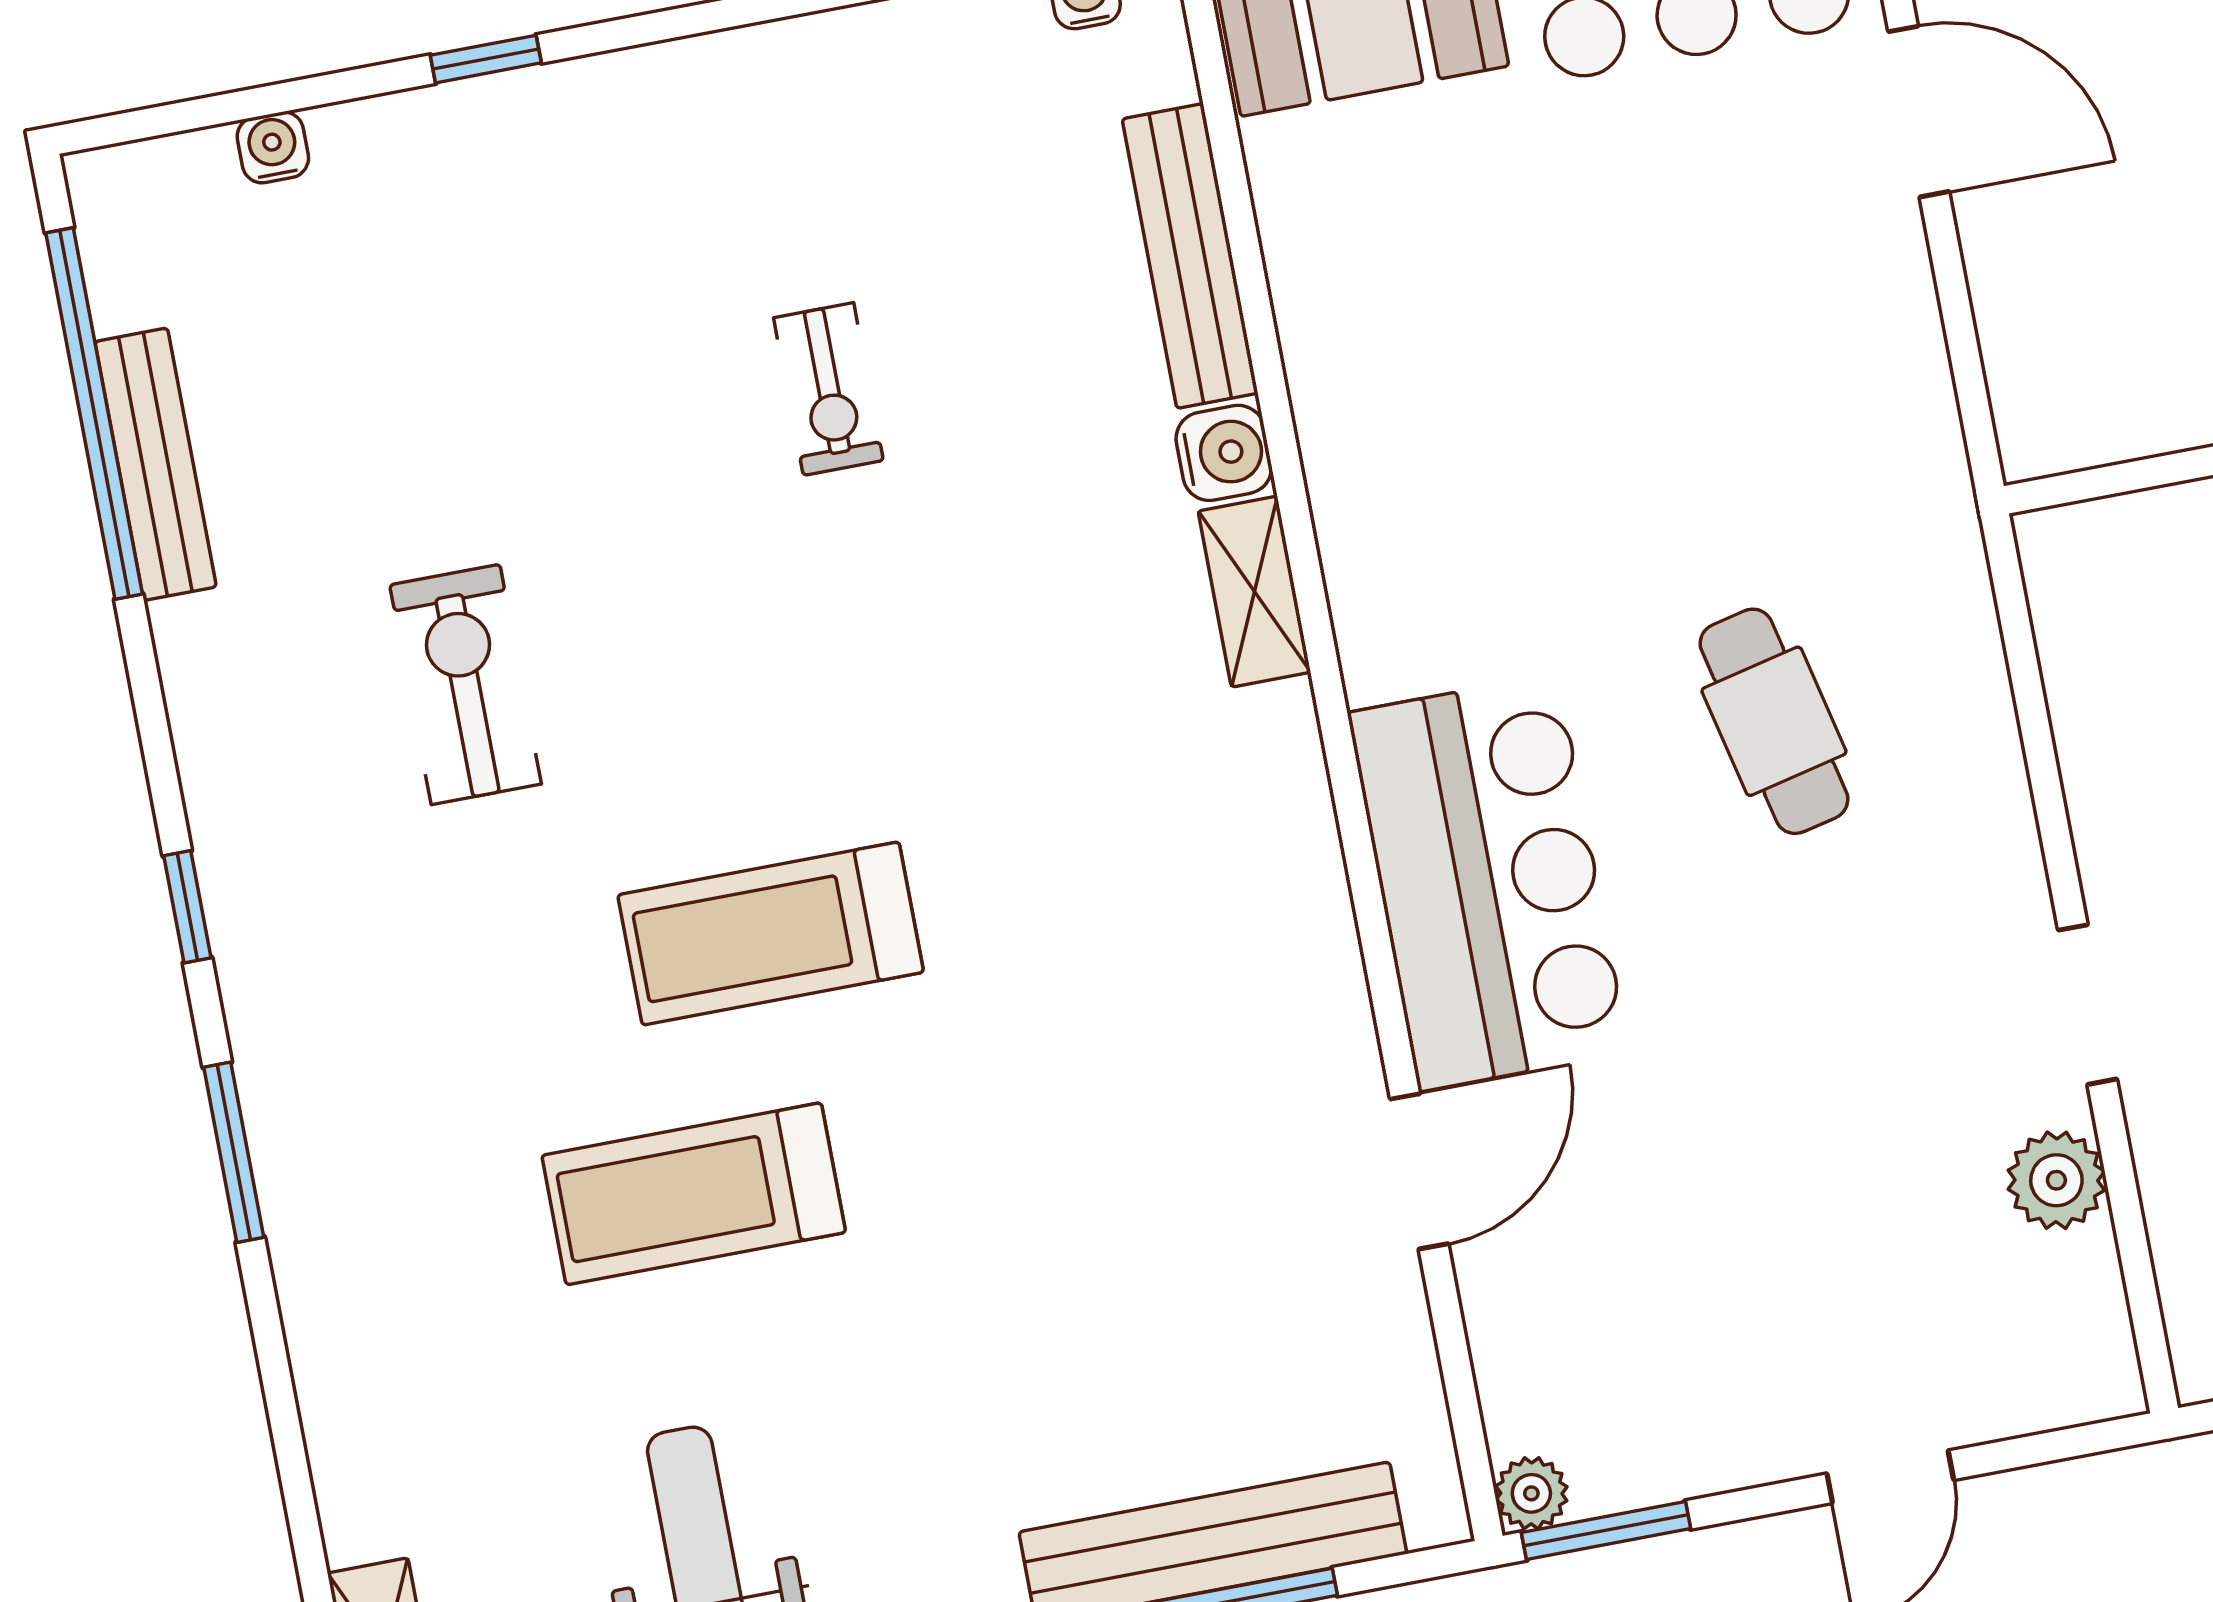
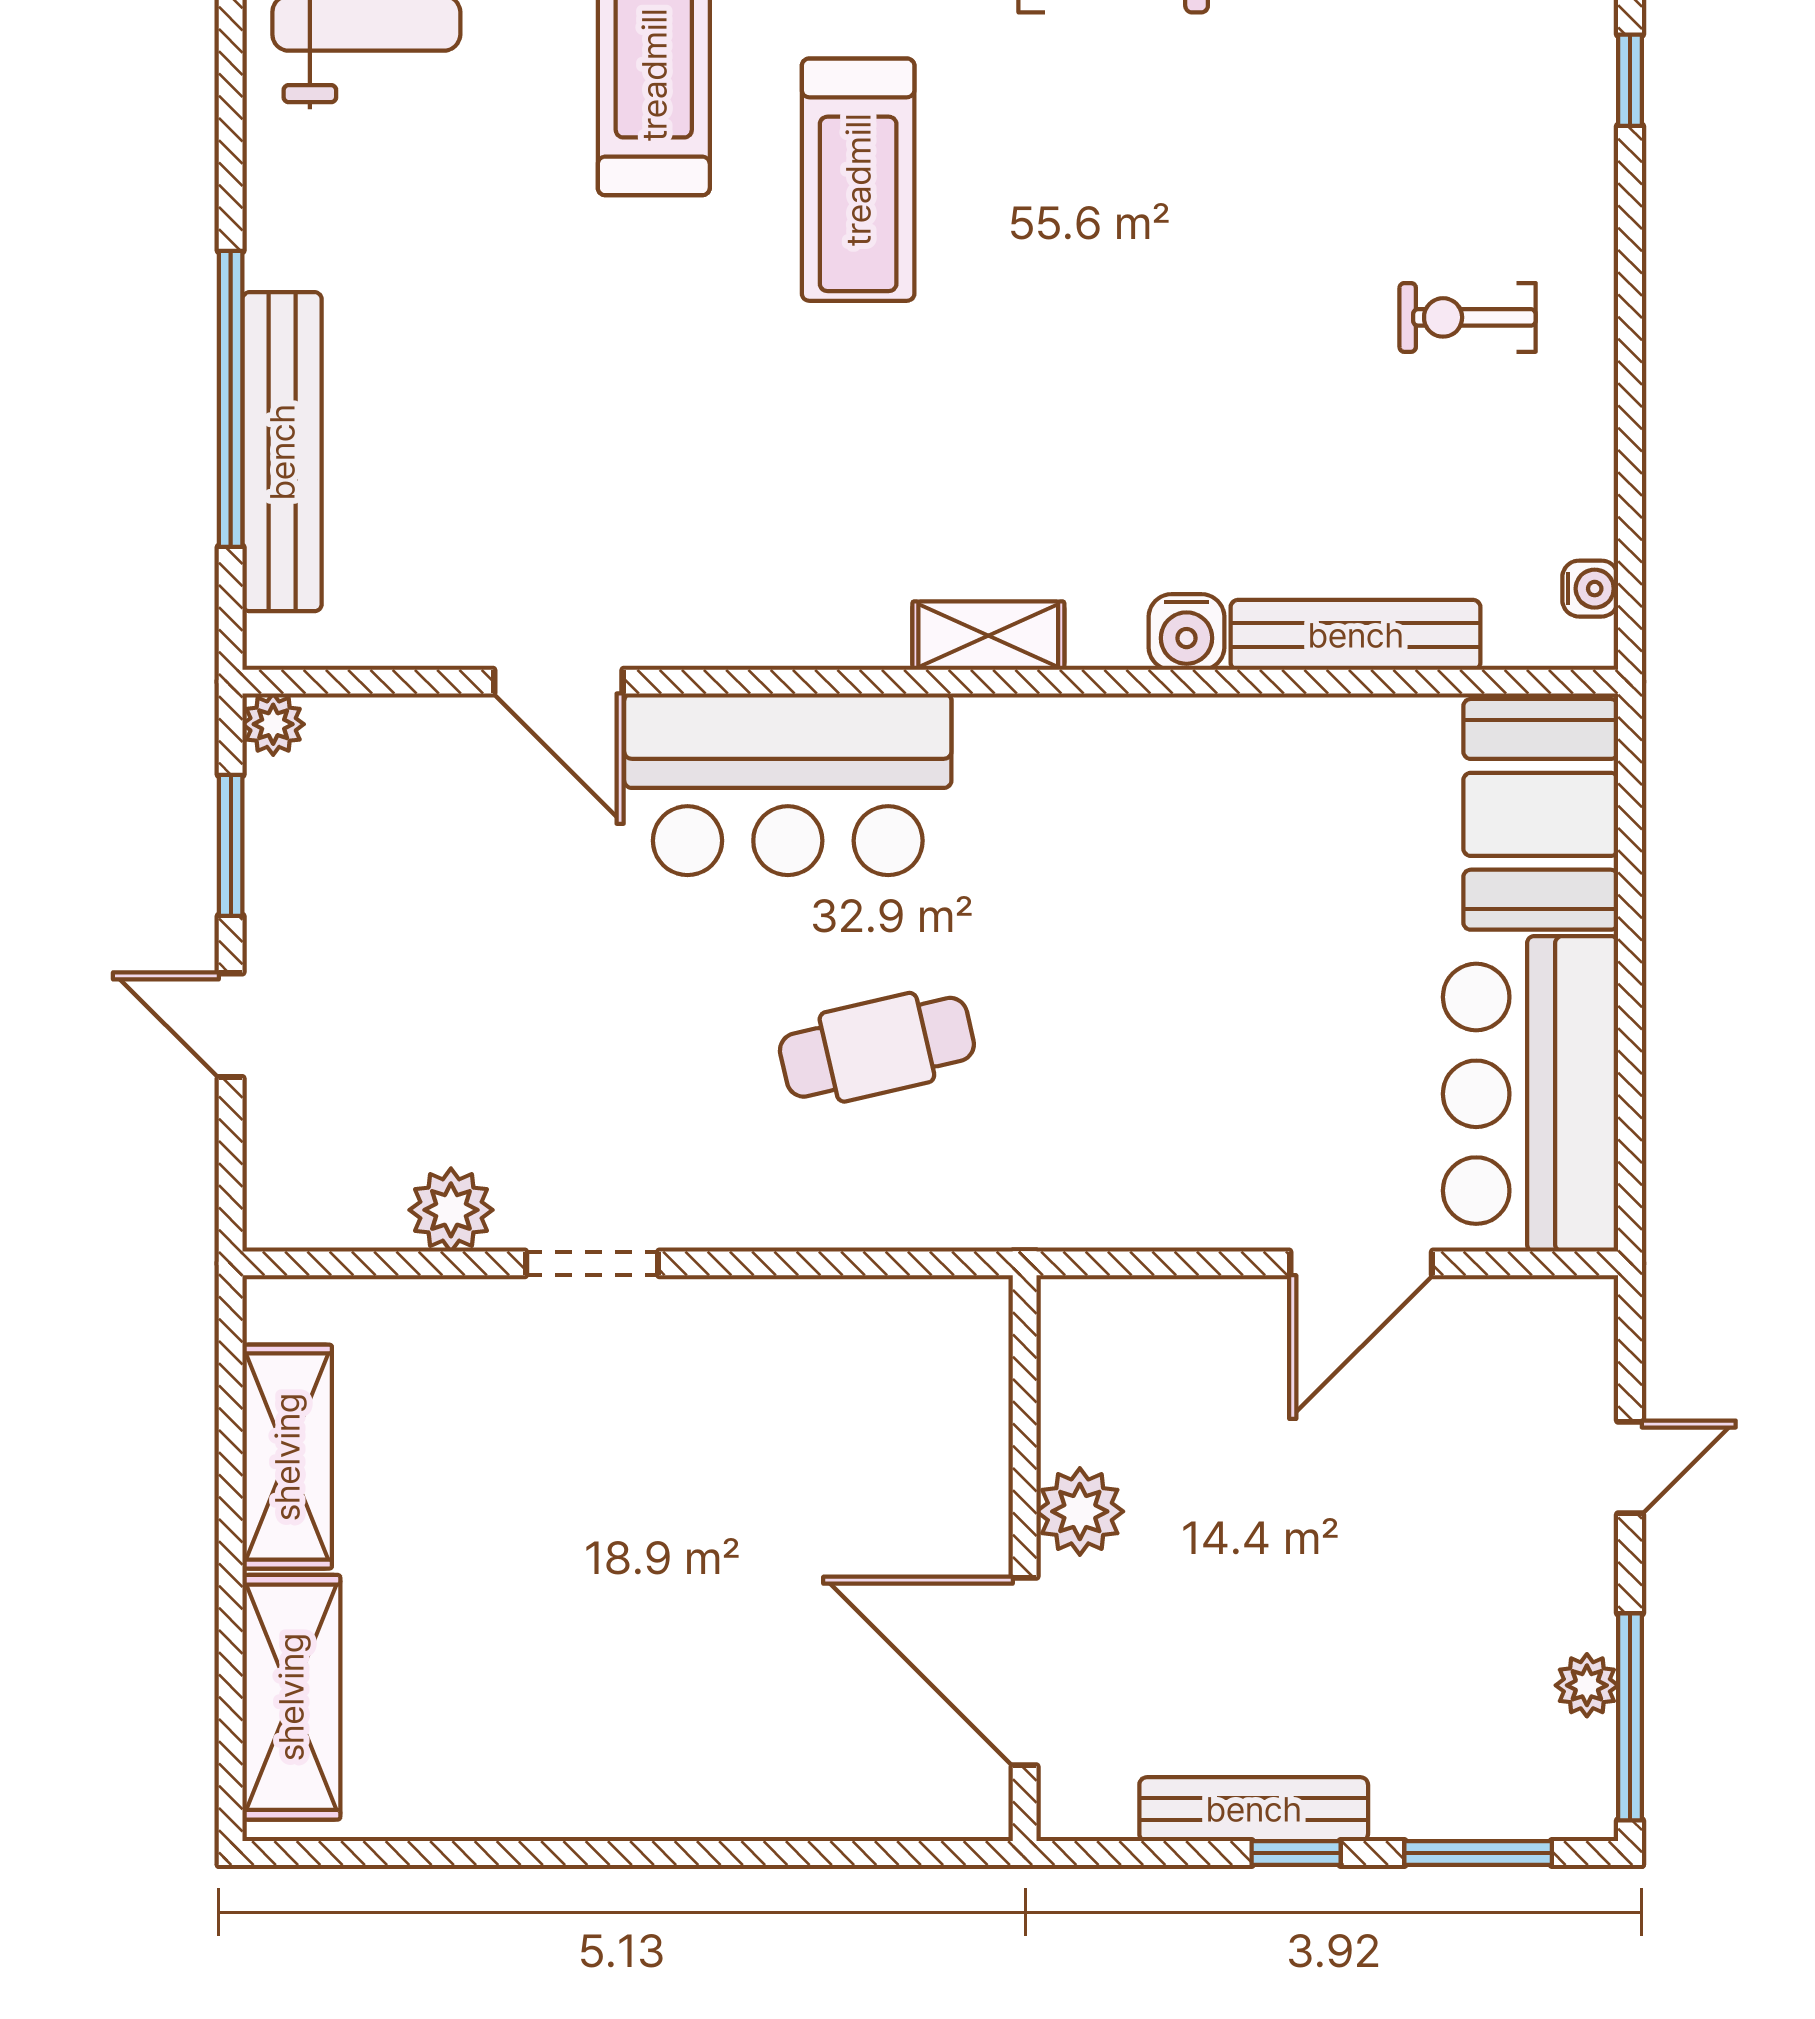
exercise bike: (828, 389) -> (1468, 317), moved
shelving: (1254, 592) -> (988, 636), moved
treadmill: (771, 934) -> (858, 180), turned 180
window: (1606, 1530) -> (231, 845), moved

